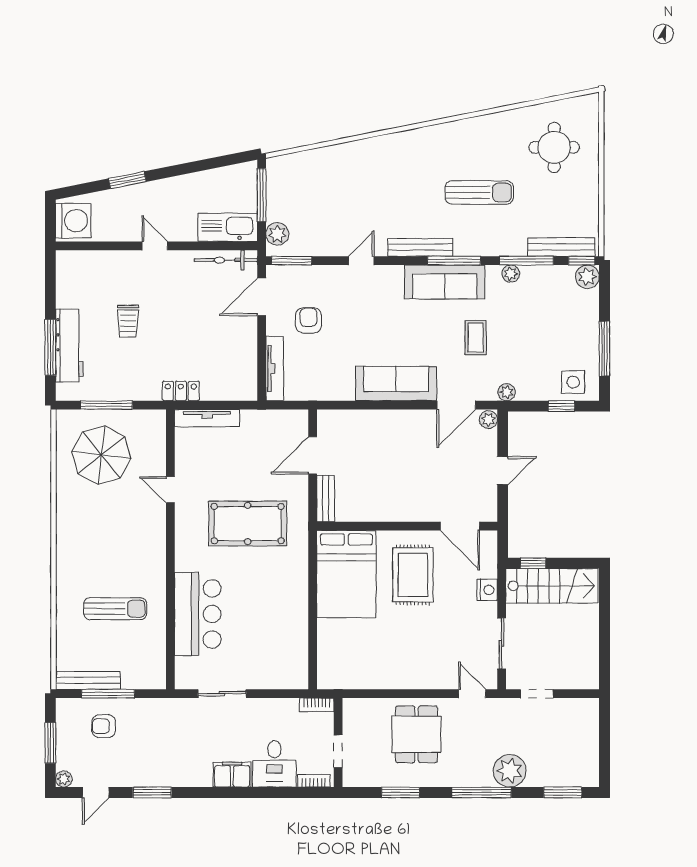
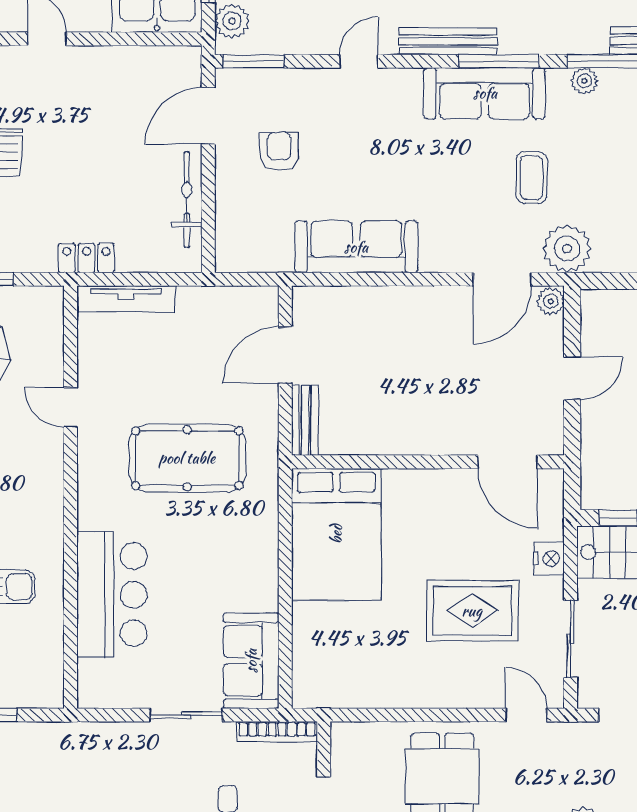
bicycle: (226, 260) -> (187, 200), moved, turned 90
tv unit: (275, 369) -> (228, 224), removed
sofa: (396, 384) -> (356, 247), moved
plant: (507, 392) -> (567, 249), width x1.88, depth x1.88
rug: (413, 575) -> (472, 611), moved, turned 90
sofa: (290, 658) -> (251, 661), added
sliding door: (222, 694) -> (186, 715), moved
bookcase: (317, 705) -> (277, 732), width x1.56

